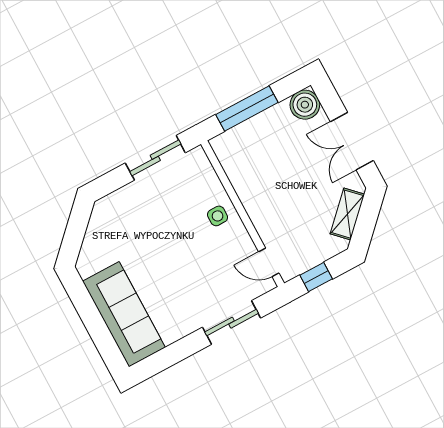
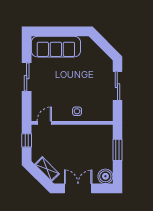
window: (247, 109) -> (117, 150), width x0.69
sliding door: (155, 158) -> (117, 86), moved
sliding door: (232, 323) -> (27, 77), moved

